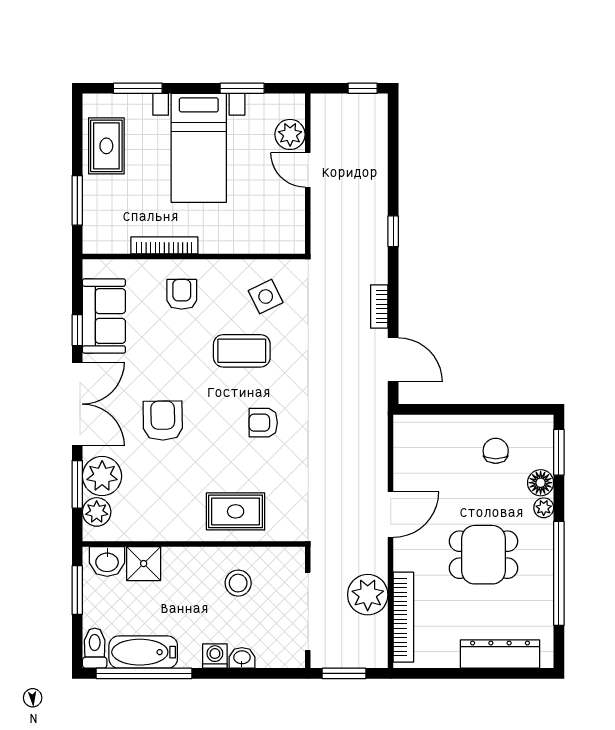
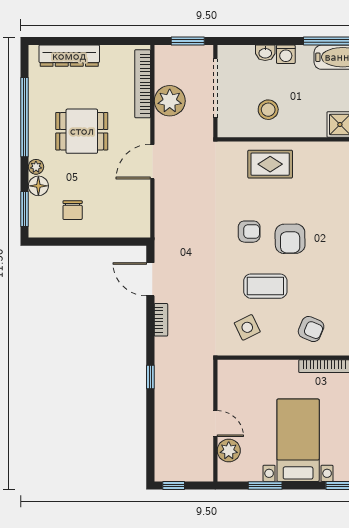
armchair: (182, 294) -> (311, 329), turned -67
armchair: (163, 421) -> (290, 239), moved

